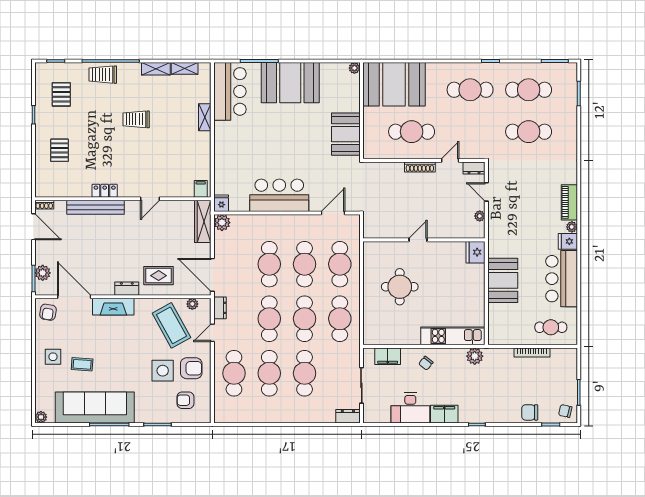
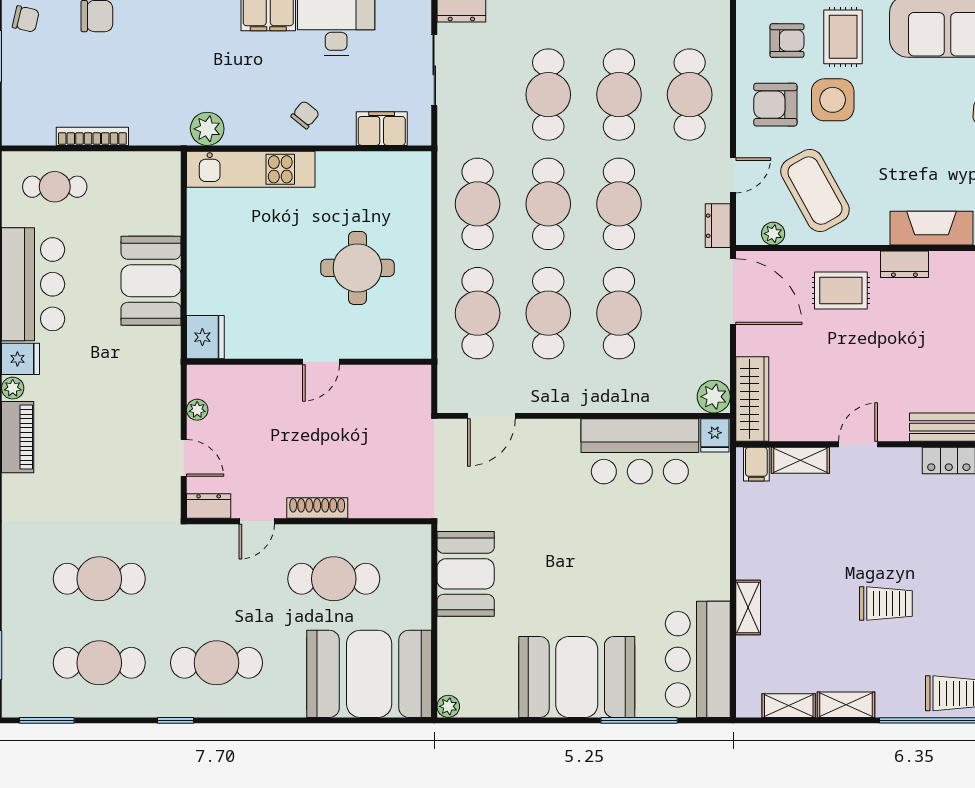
shelving: (179, 191) -> (800, 460), added
bar counter: (279, 195) -> (640, 451), moved
rug: (157, 402) -> (843, 37), added

